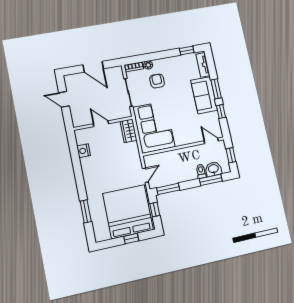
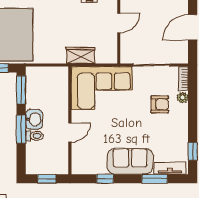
window: (216, 89) -> (155, 179), moved
wardrobe: (129, 131) -> (81, 55), moved
door: (211, 141) -> (70, 132), moved
washbasin: (213, 169) -> (34, 119), moved
door: (145, 175) -> (44, 65), removed
window: (211, 180) -> (21, 129), moved

